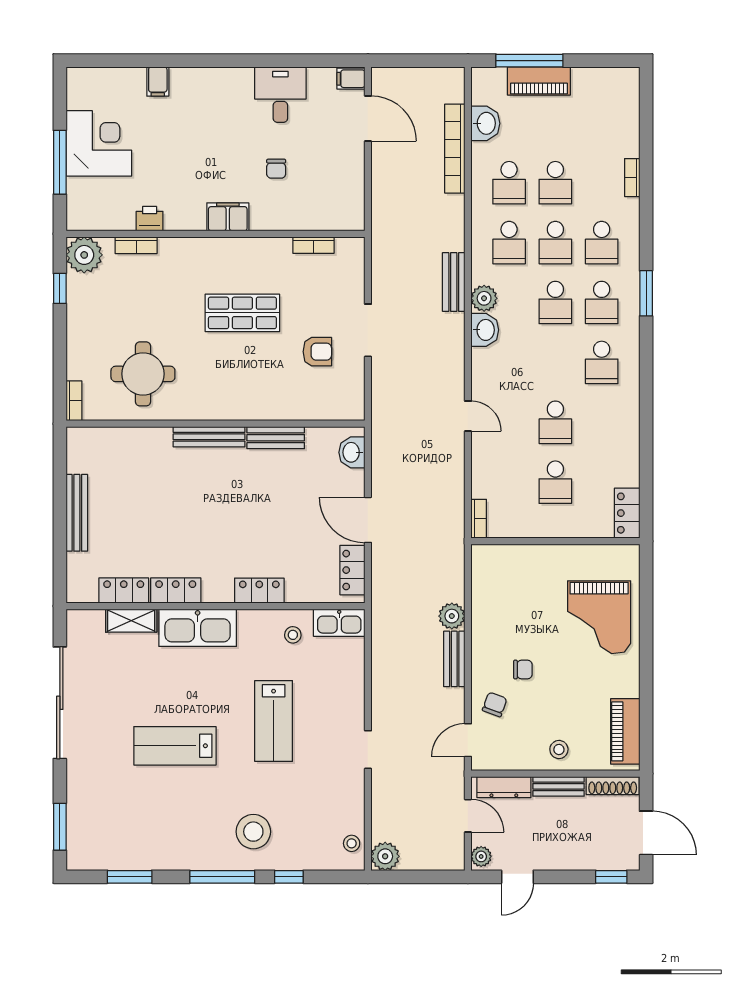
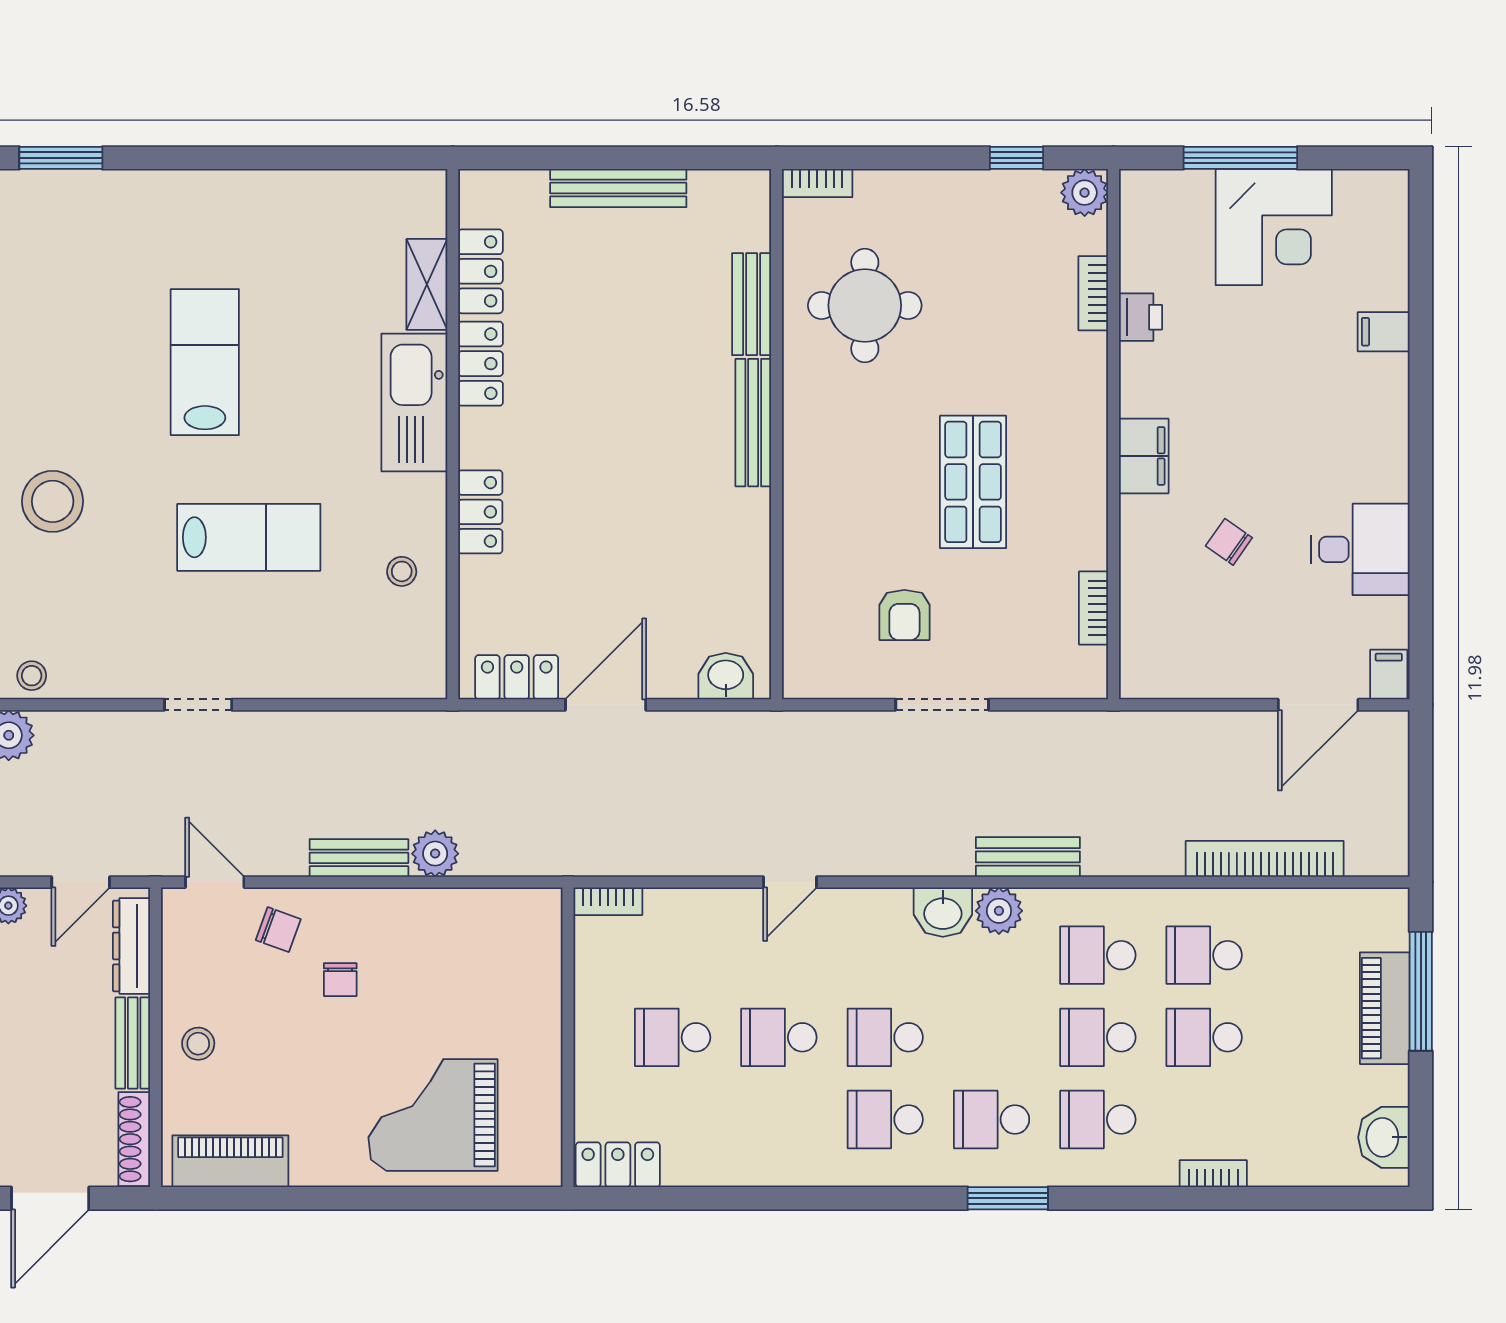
washbasin: (485, 123) -> (1384, 1137), moved, turned 90
chair: (276, 169) -> (1229, 542), turned 35
plant: (84, 255) -> (1085, 193), width x0.73, depth x0.73
school desk: (555, 303) -> (885, 1037), moved
bench: (276, 438) -> (752, 304), moved
kitchen sink: (339, 623) -> (423, 654), removed
sliding door: (60, 703) -> (281, 158), removed
lab bench: (274, 721) -> (249, 537), turned 180

